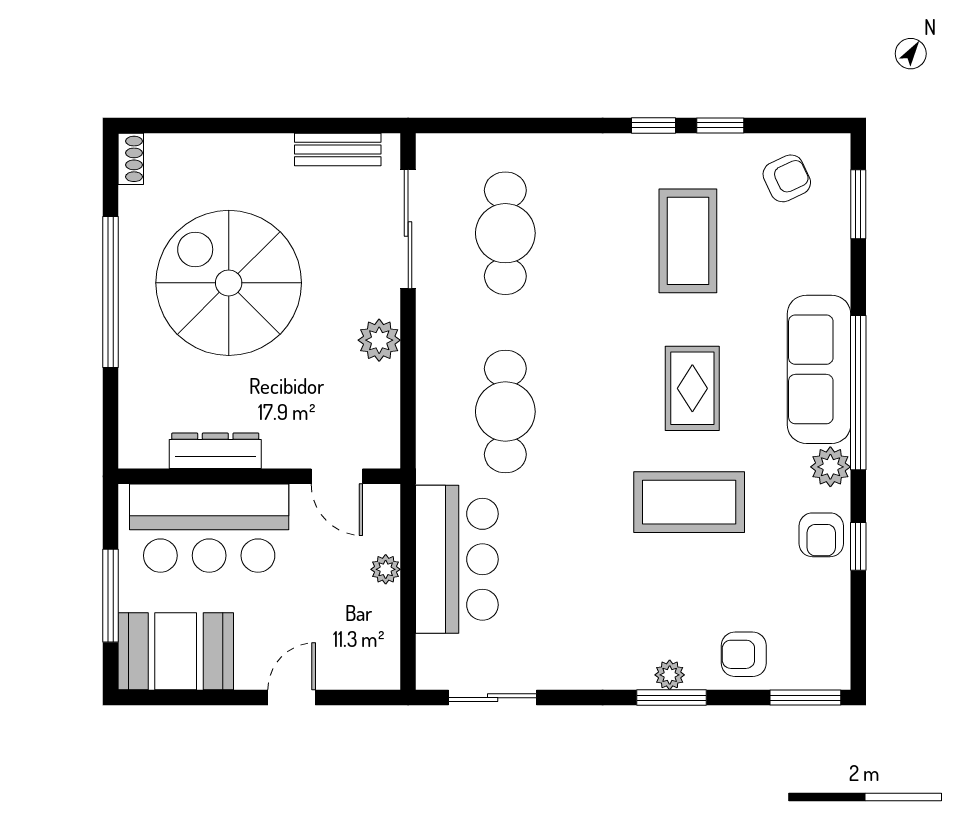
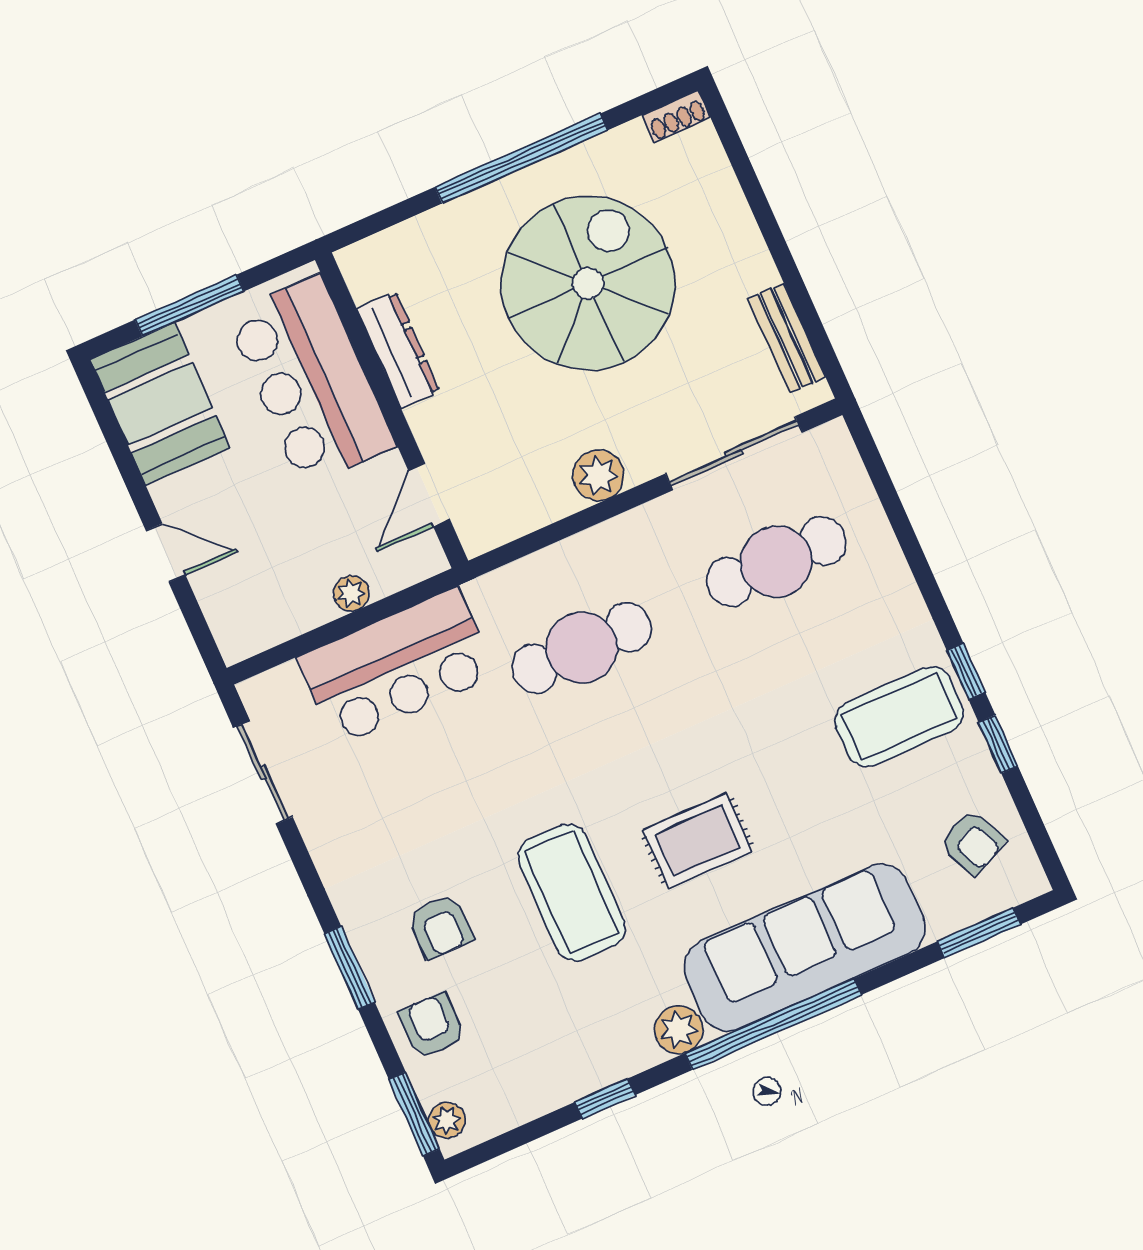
coffee table: (688, 241) -> (899, 717), moved
sofa: (819, 369) -> (805, 948), width x1.36, depth x1.27
armchair: (821, 535) -> (441, 926), moved, turned -90
plant: (670, 675) -> (447, 1120), moved

